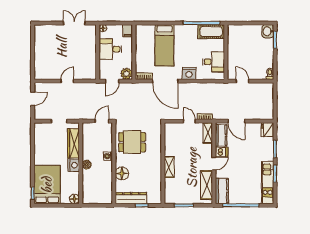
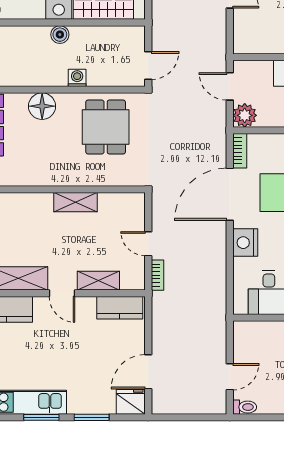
door: (242, 81) -> (230, 377), moved
door: (102, 121) -> (148, 66), hinge flipped
door: (190, 121) -> (148, 244), swing flipped
door: (236, 121) -> (148, 372), moved
shelving: (208, 133) -> (98, 281), moved
dishwasher: (222, 152) -> (86, 309), removed
shelving: (169, 167) -> (76, 202), moved

